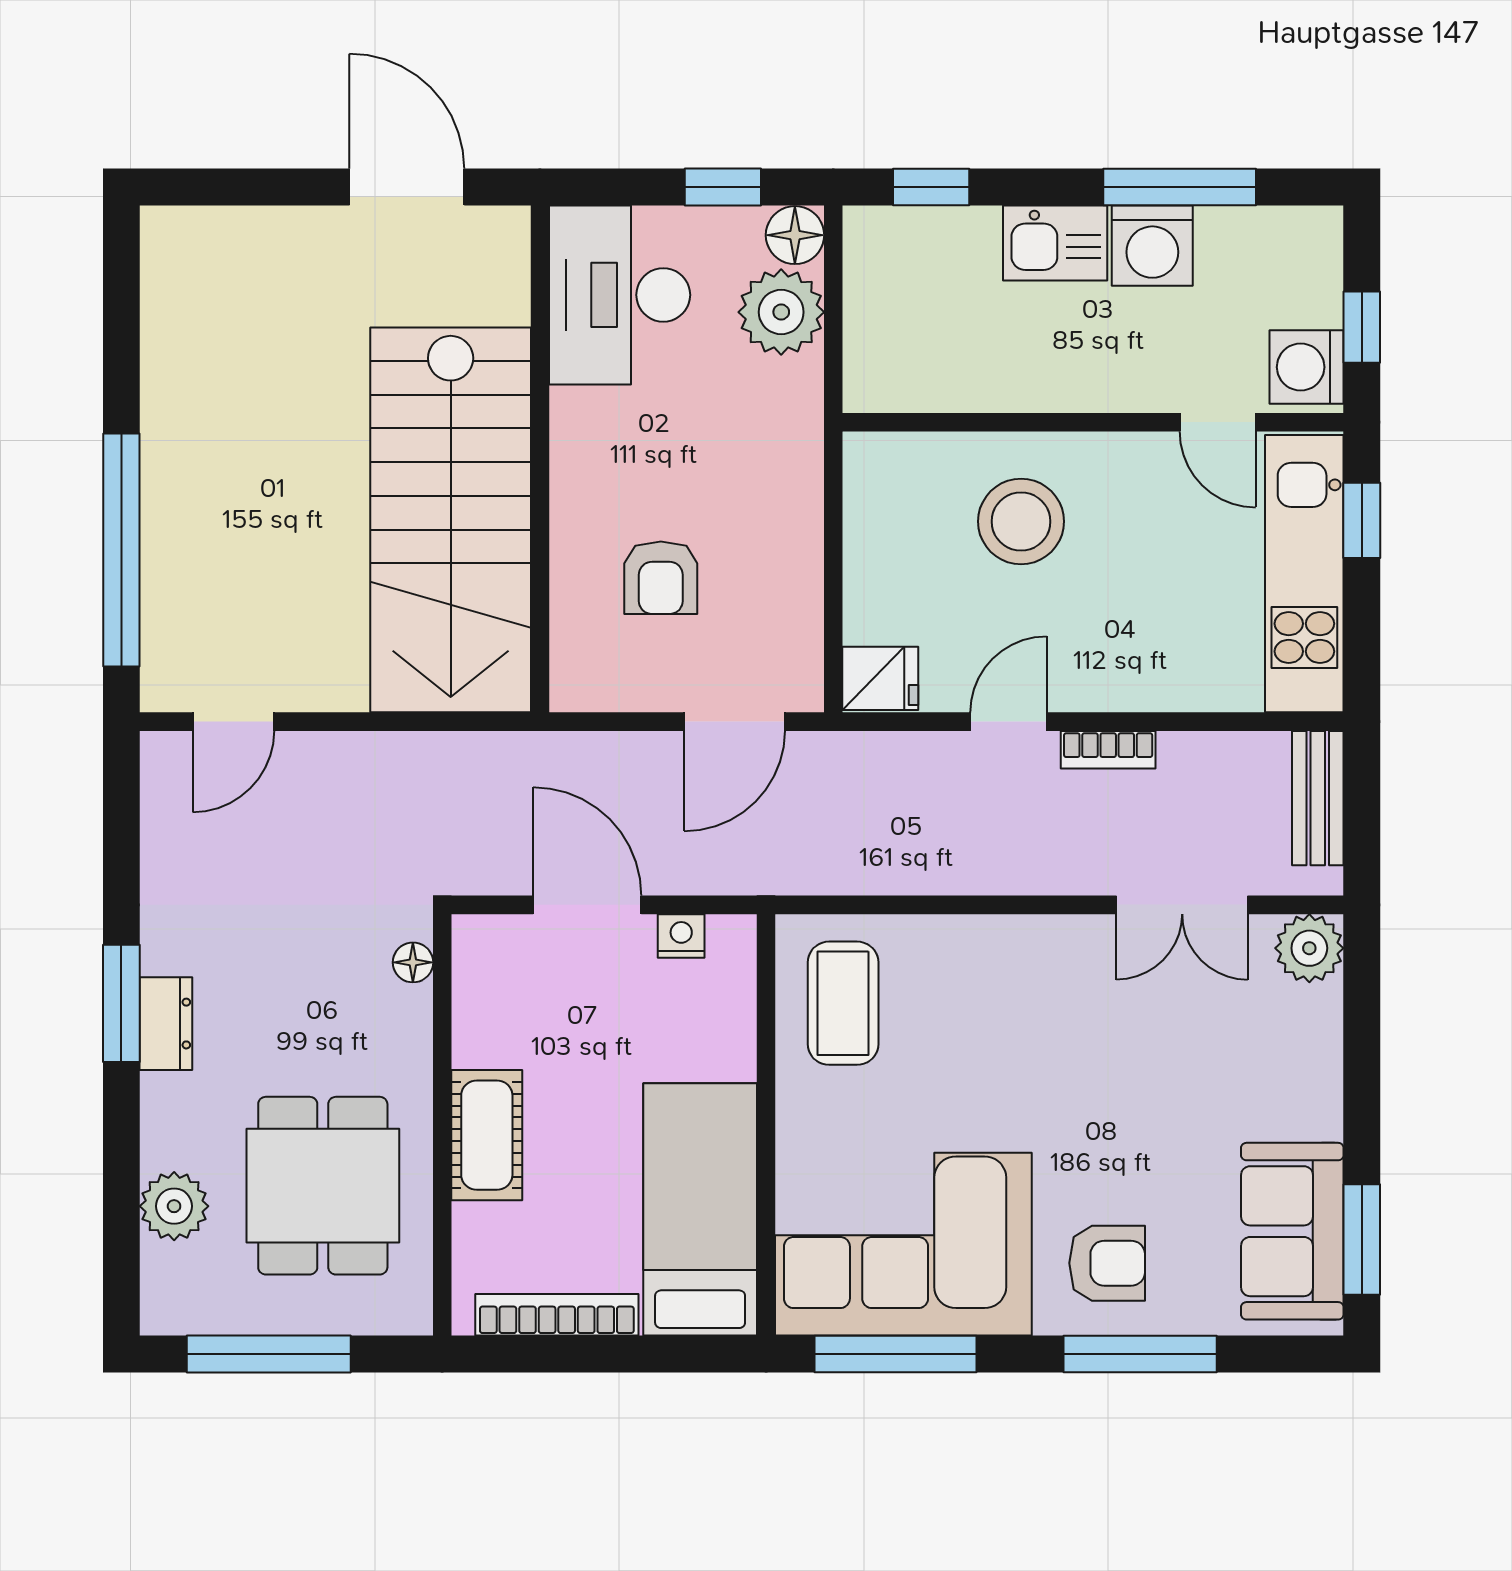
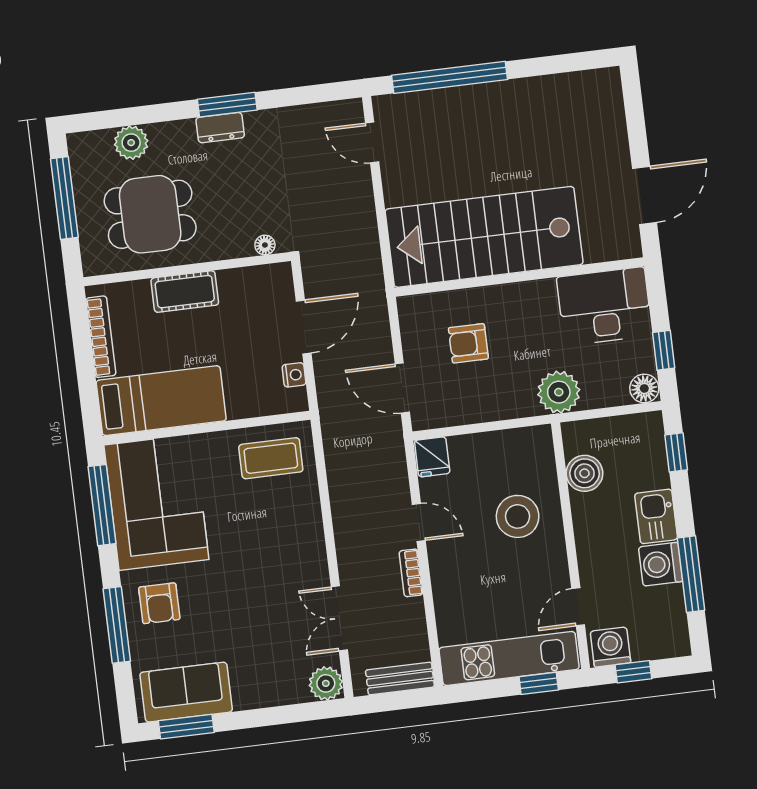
plant: (781, 312) -> (559, 392), moved
boiler: (951, 376) -> (585, 473), added

